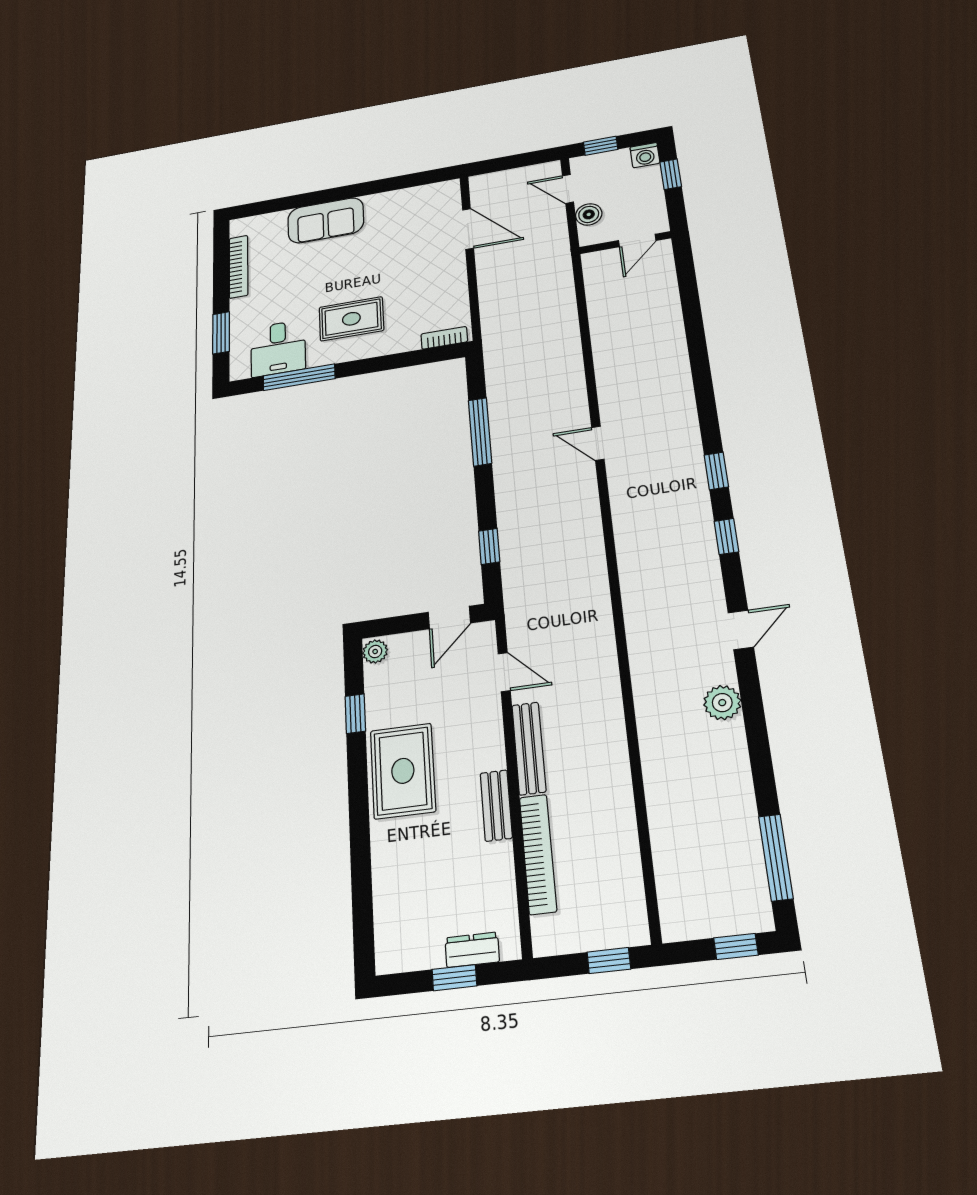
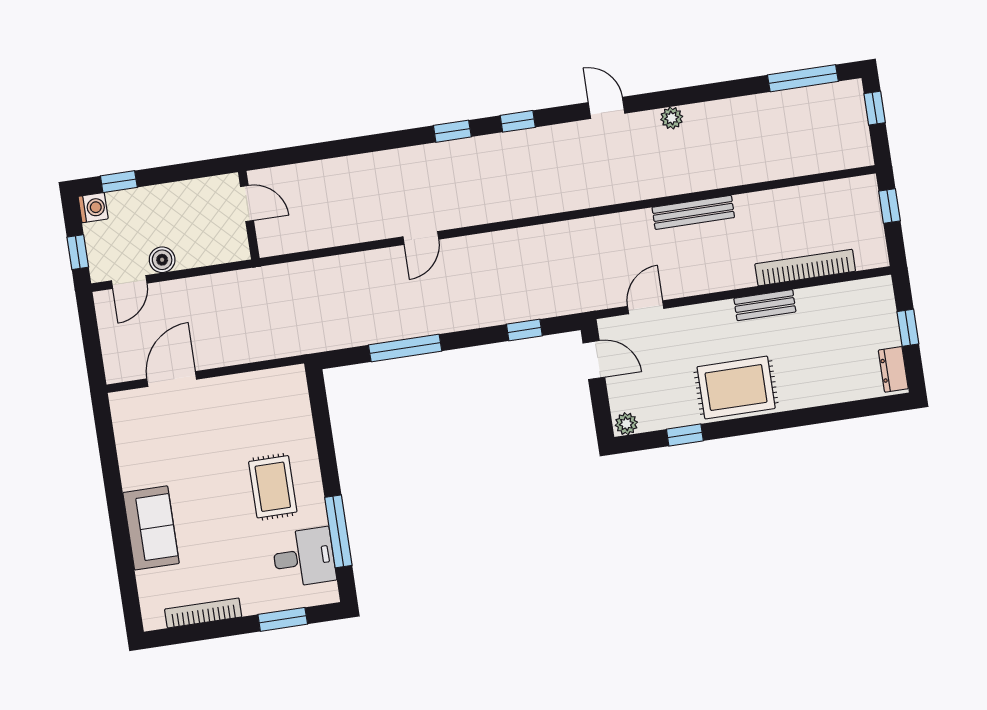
door: (637, 241) -> (247, 204), moved
wall: (625, 243) -> (249, 215), moved
bookcase: (444, 338) -> (299, 392), removed
plant: (722, 703) -> (672, 118), width x0.73, depth x0.73
bench: (529, 748) -> (693, 212), moved
dresser: (472, 950) -> (893, 369), moved

